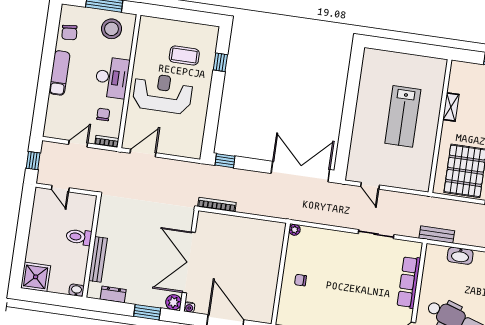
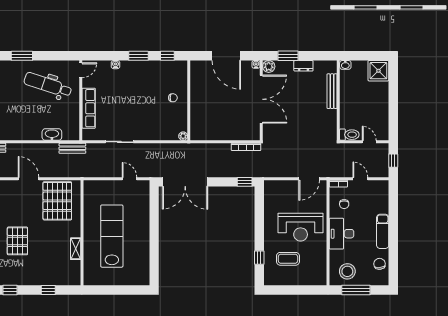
lab bench: (403, 116) -> (112, 236), width x1.36
door: (78, 144) -> (360, 179), swing flipped
toilet: (79, 237) -> (349, 135), moved
dresser: (113, 294) -> (303, 66), moved

